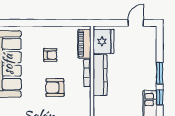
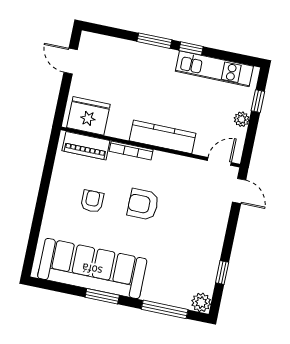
kitchen counter: (100, 75) -> (163, 137), moved
armchair: (55, 88) -> (143, 204), turned 90

